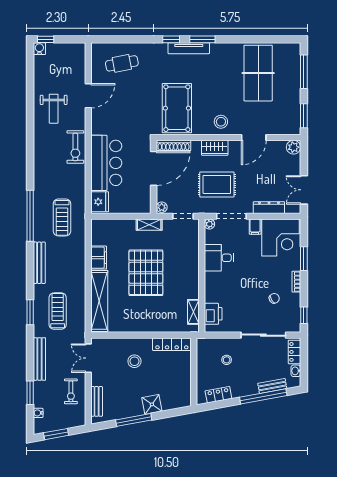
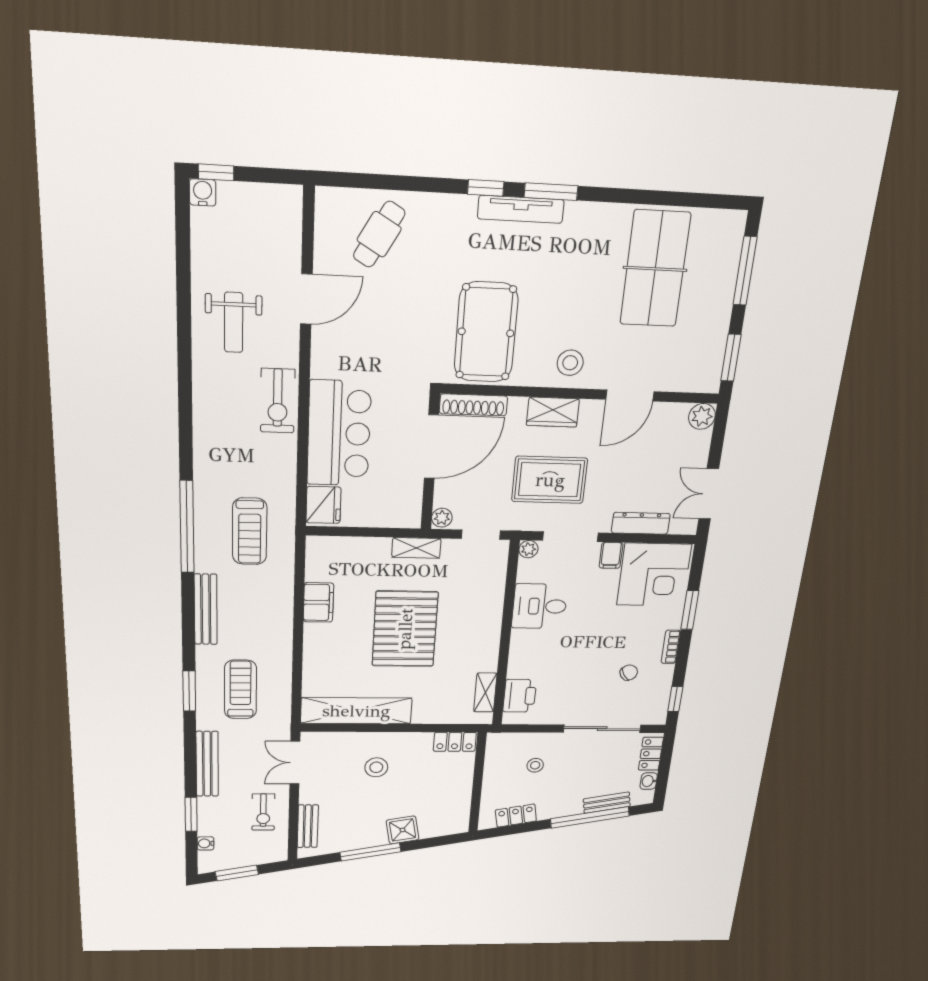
cafe table: (122, 63) -> (379, 234), turned -49
shelving: (99, 301) -> (356, 711), moved, turned 90
locker: (172, 344) -> (455, 742), width x0.66

